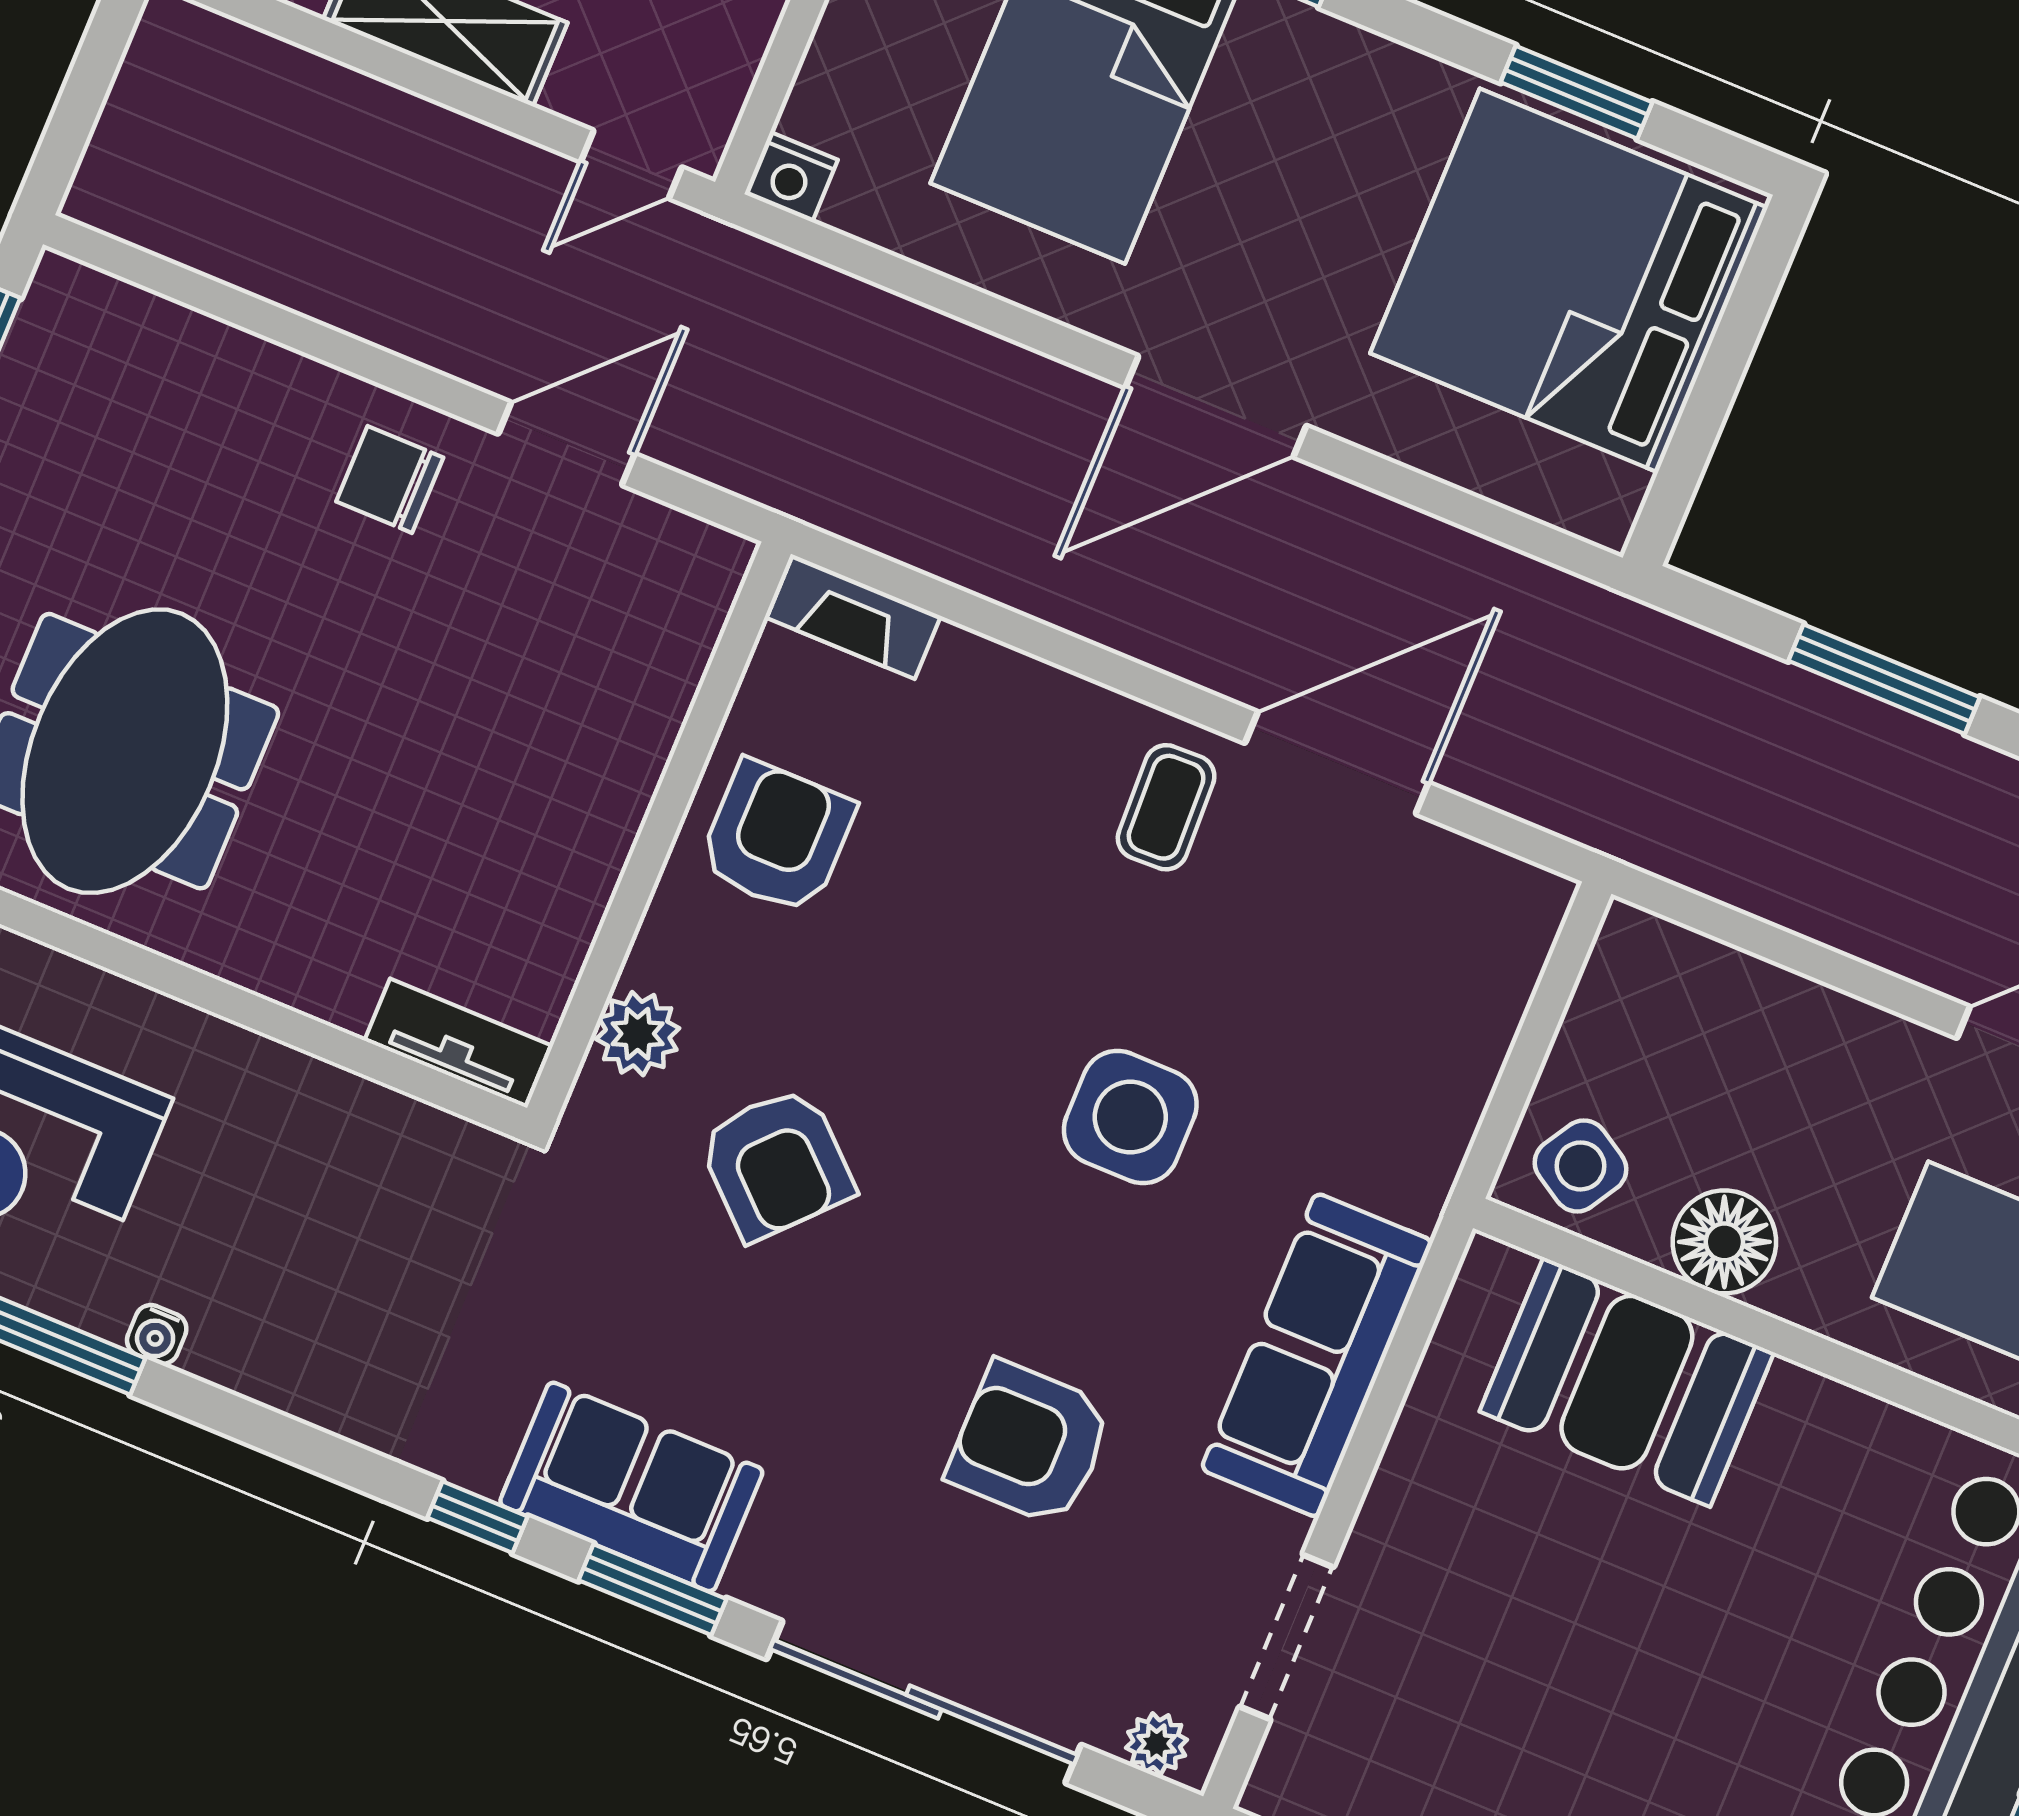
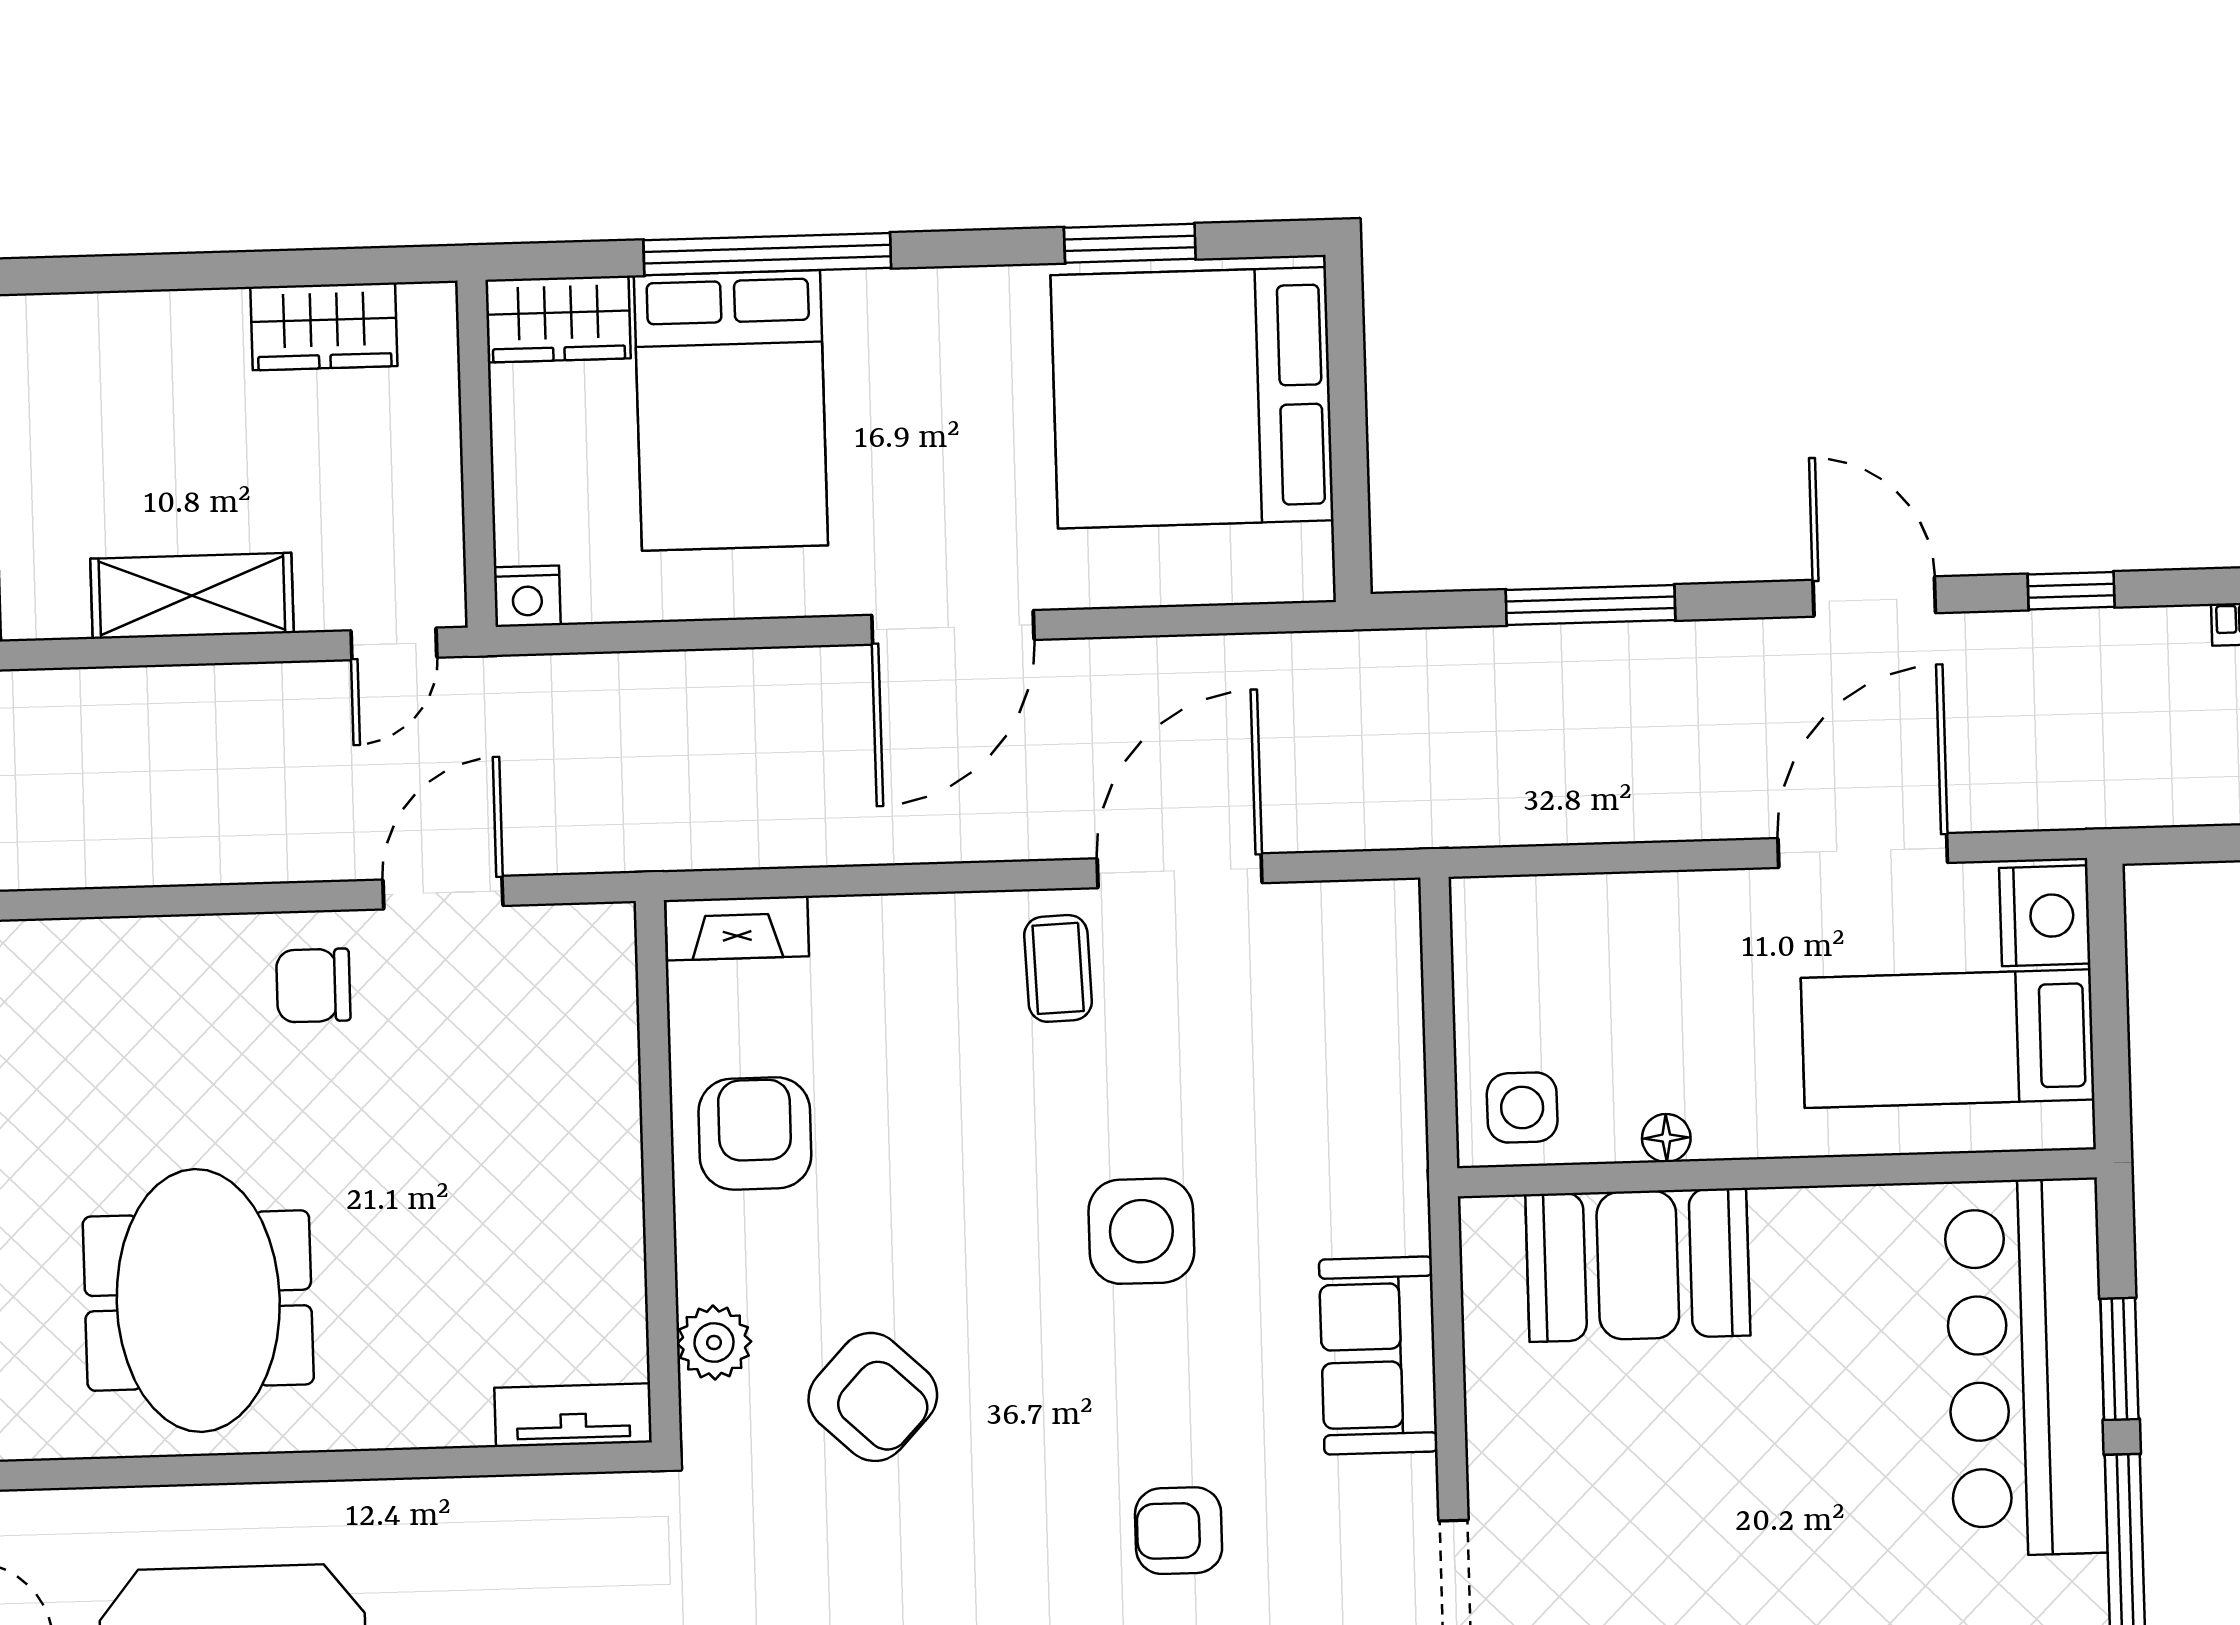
side table: (1581, 1166) -> (1522, 1107), turned -31
floor lamp: (1724, 1242) -> (1666, 1138), width x0.53, depth x0.53
sofa: (1317, 1355) -> (1378, 1356), width x0.73
armchair: (1030, 1443) -> (1179, 1531), width x0.72, depth x0.72

